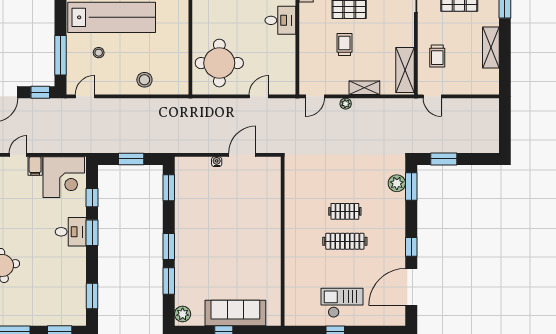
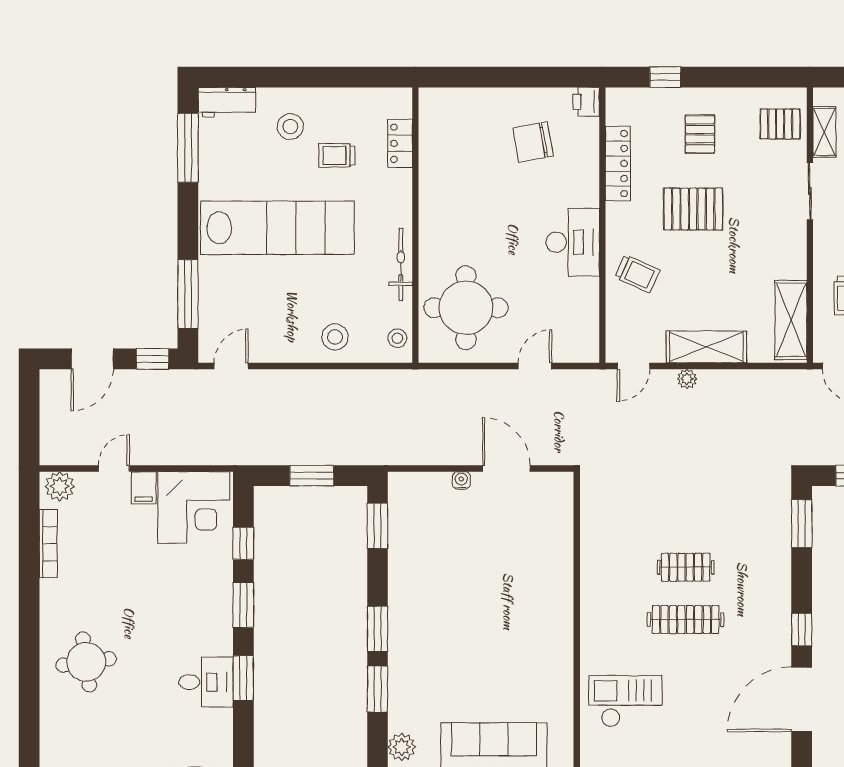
desk: (280, 20) -> (573, 242), width x1.37
bicycle: (182, 38) -> (401, 264), added
trolley: (344, 45) -> (637, 274), moved, turned 114
stool: (99, 53) -> (397, 338), moved
shelving: (364, 88) -> (706, 347), width x1.50, depth x1.33
door: (242, 155) -> (506, 468), hinge flipped
plant: (397, 183) -> (777, 518), removed
desk: (71, 232) -> (206, 682), moved
window: (92, 296) -> (243, 678), moved
checkout: (342, 303) -> (625, 701), moved

